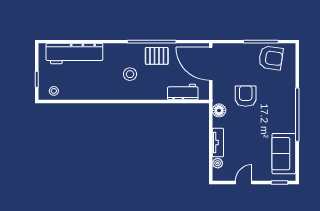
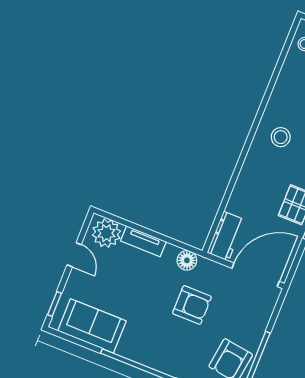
stool: (130, 74) -> (281, 137), moved
workbench: (183, 92) -> (226, 236), moved
plant: (218, 163) -> (106, 233), width x1.88, depth x1.88

